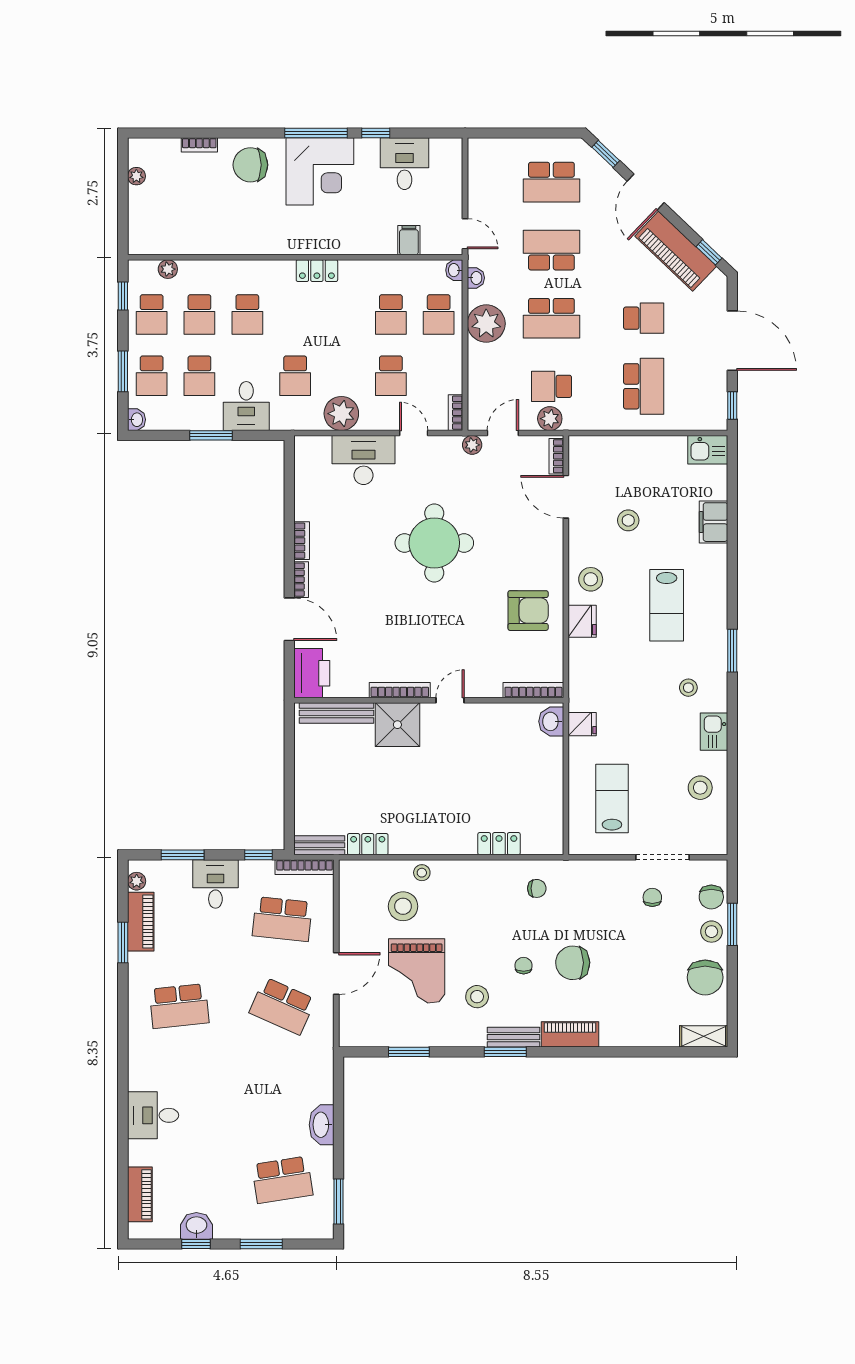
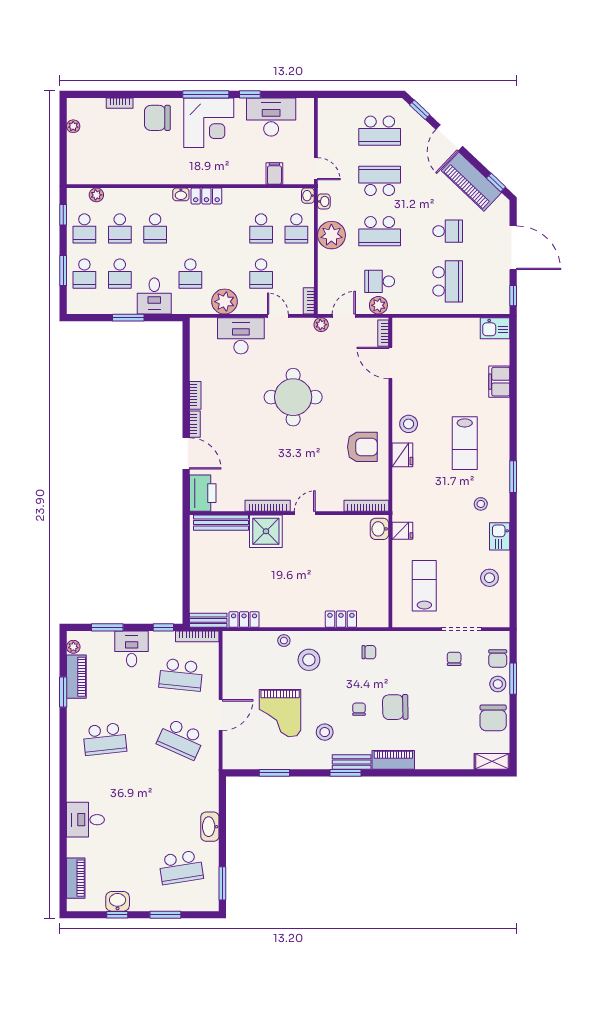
desk: (405, 164) -> (271, 117), width x1.37
washbasin: (136, 420) -> (181, 194), moved, turned 90
stool: (628, 520) -> (436, 380), removed
stool: (403, 906) -> (309, 660), moved

